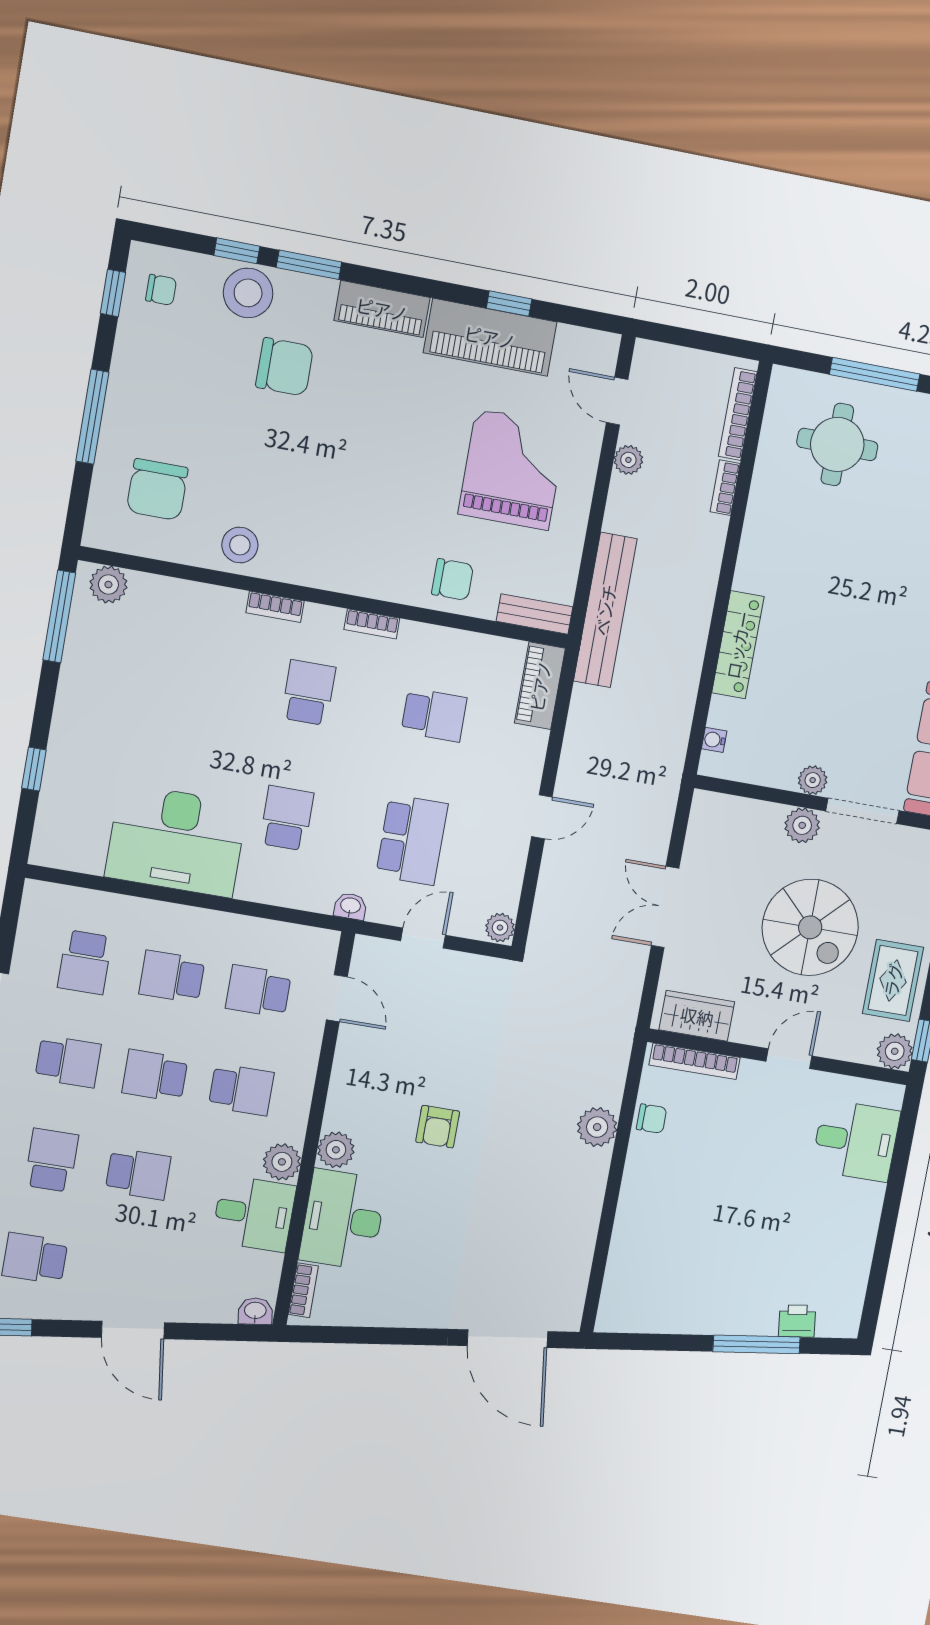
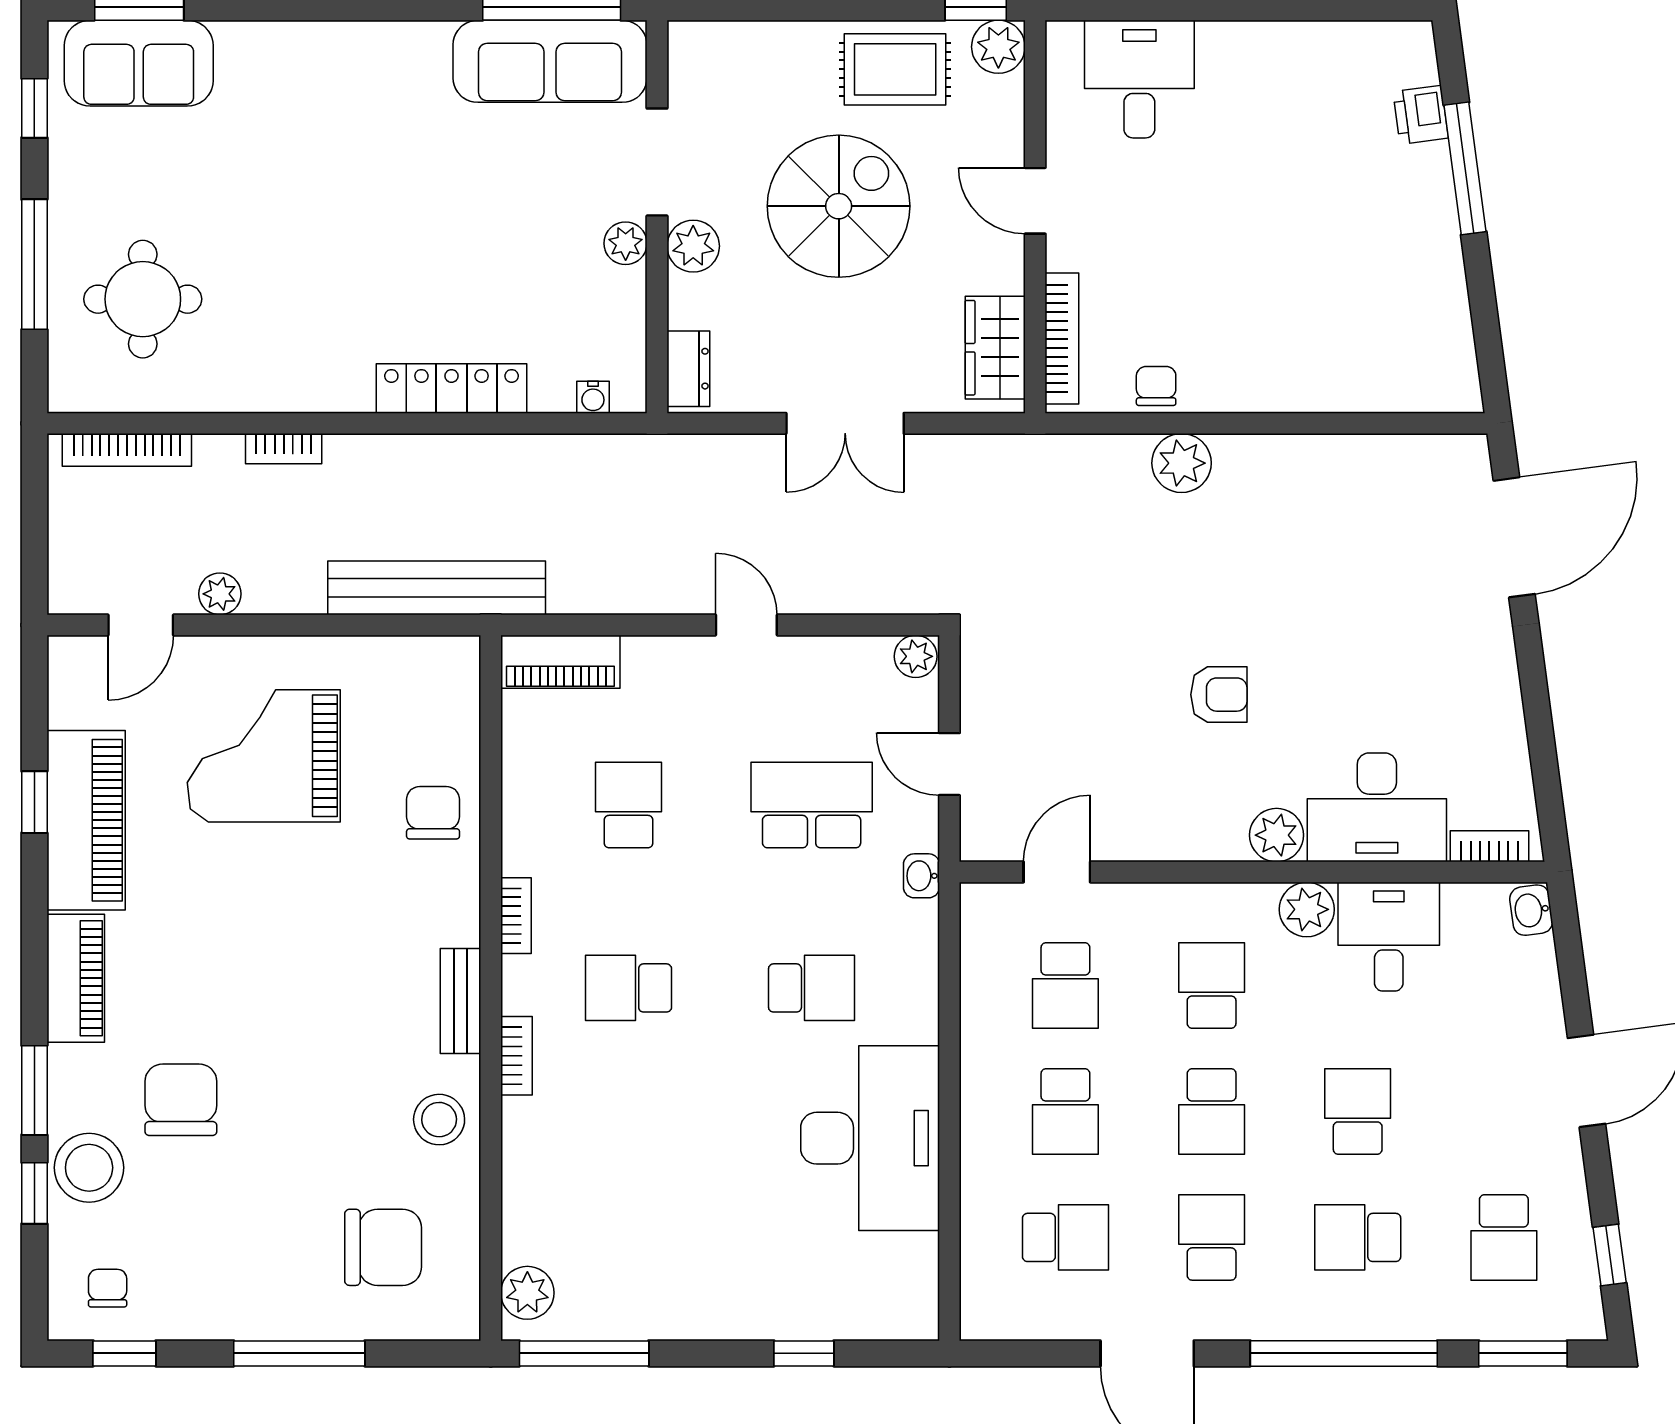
bookcase: (725, 488) -> (284, 449), moved
bench: (535, 614) -> (460, 1001), moved
dresser: (721, 808) -> (688, 369), added
school desk: (287, 818) -> (812, 988), turned 180

